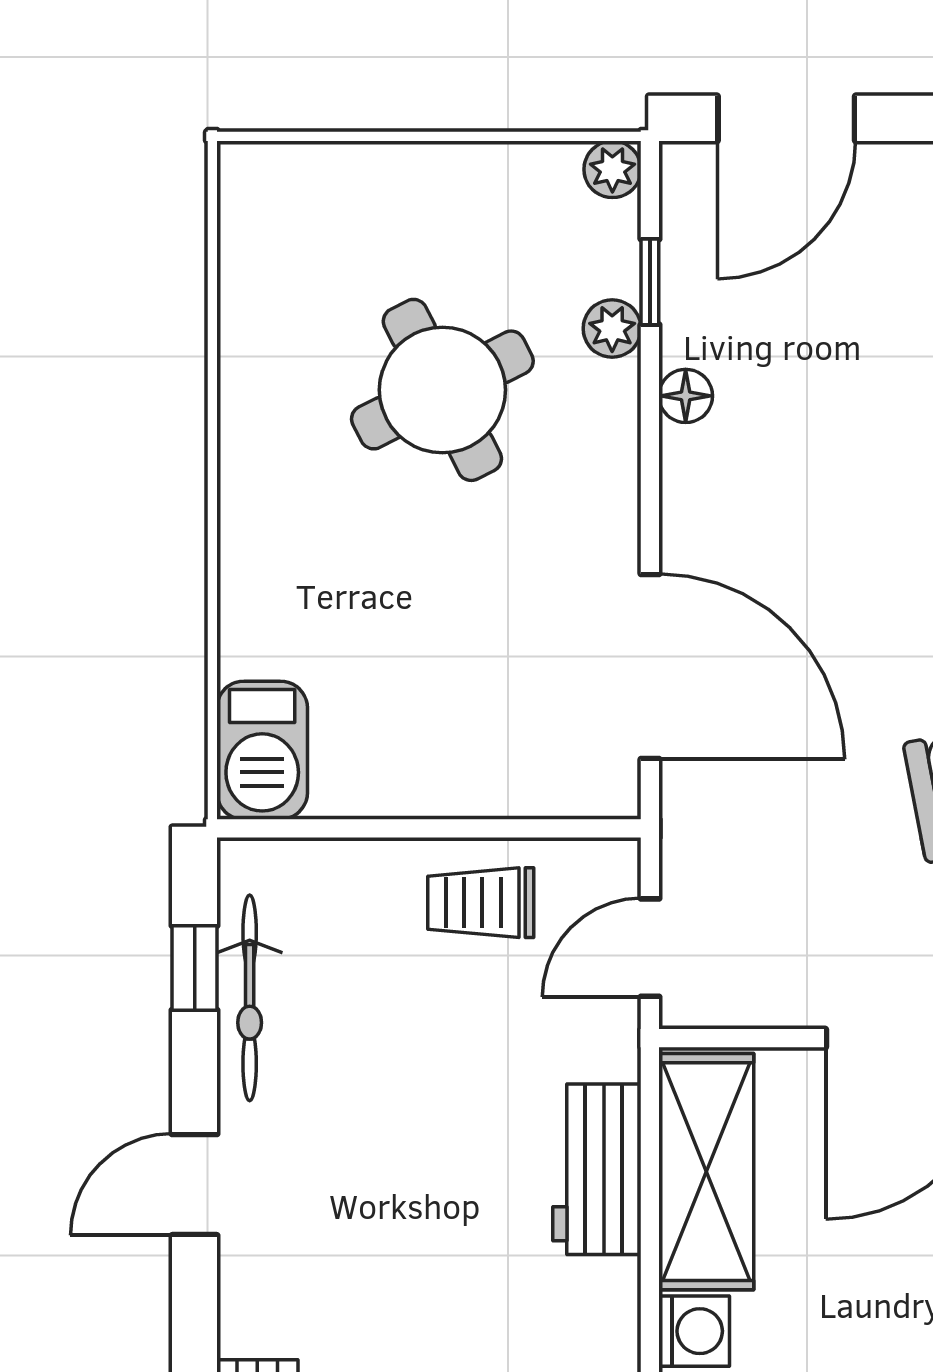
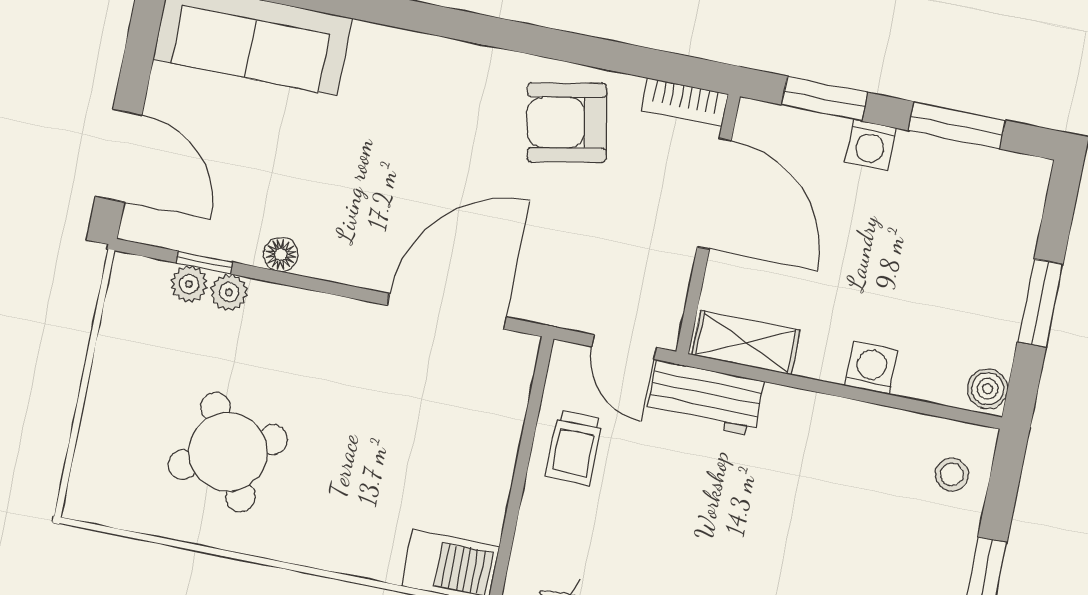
plant: (612, 169) -> (189, 284), moved
round table: (442, 390) -> (228, 452), moved
workbench: (597, 1169) -> (705, 398), moved
shelving: (706, 1172) -> (746, 342), width x0.67, depth x0.75

